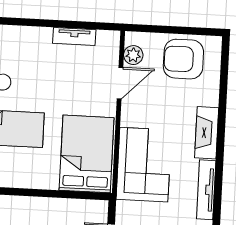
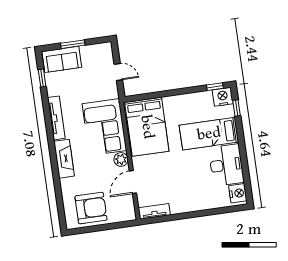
tv unit: (74, 37) -> (154, 211), moved
plant: (133, 55) -> (121, 159), moved

